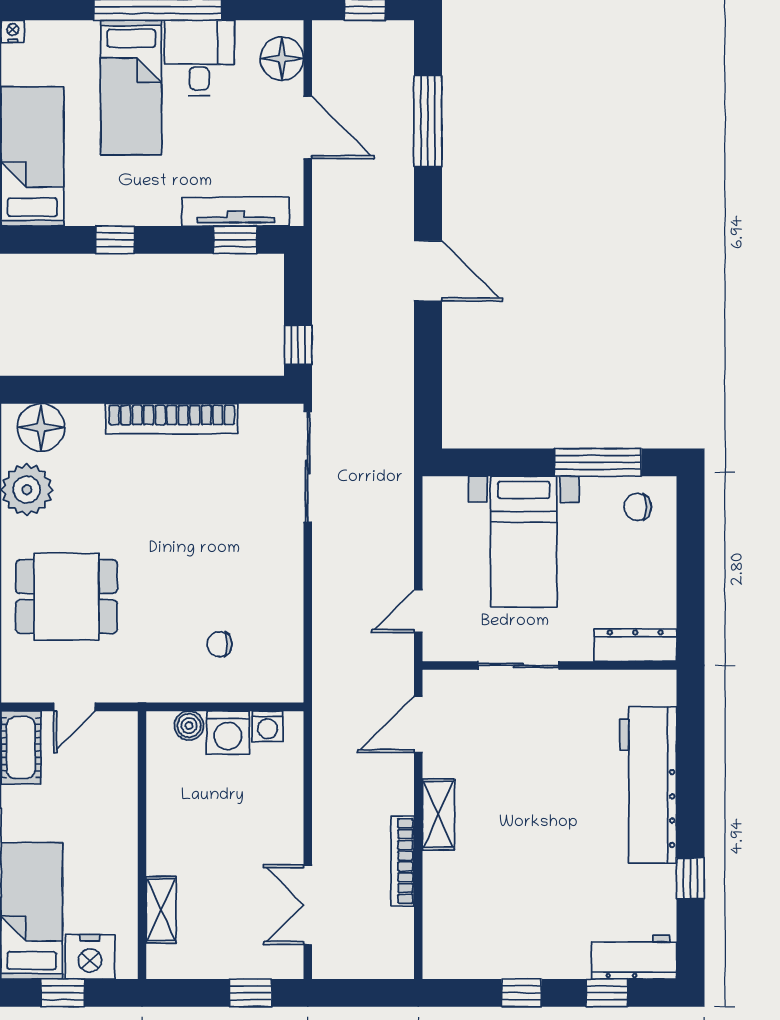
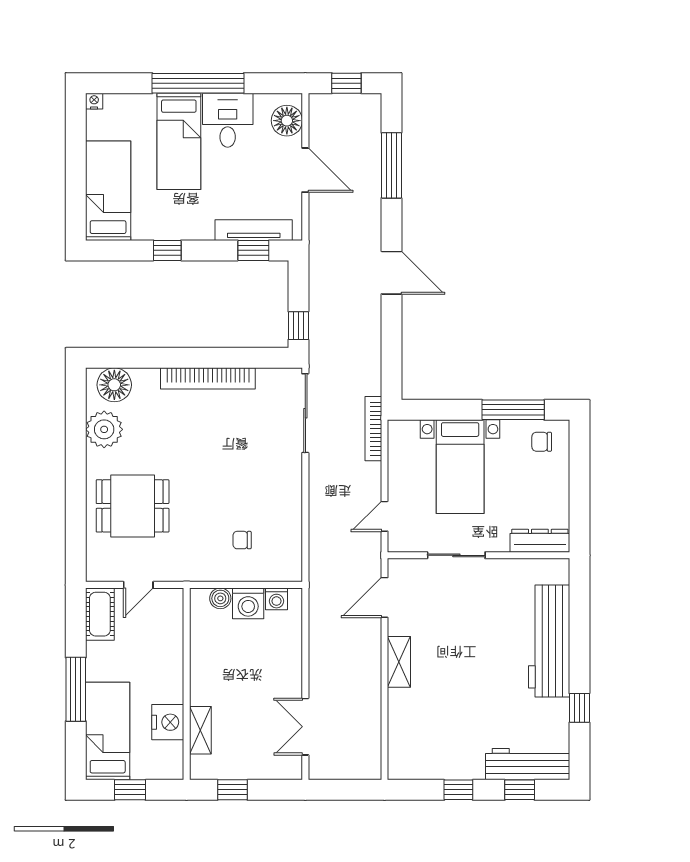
bookcase: (403, 861) -> (373, 429), moved
nightstand: (90, 957) -> (168, 722), moved, turned -90
workbench: (634, 957) -> (528, 764), width x1.38
window: (251, 993) -> (232, 790), moved

